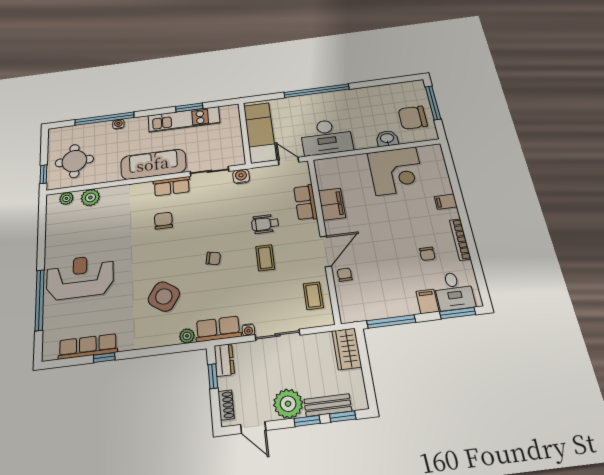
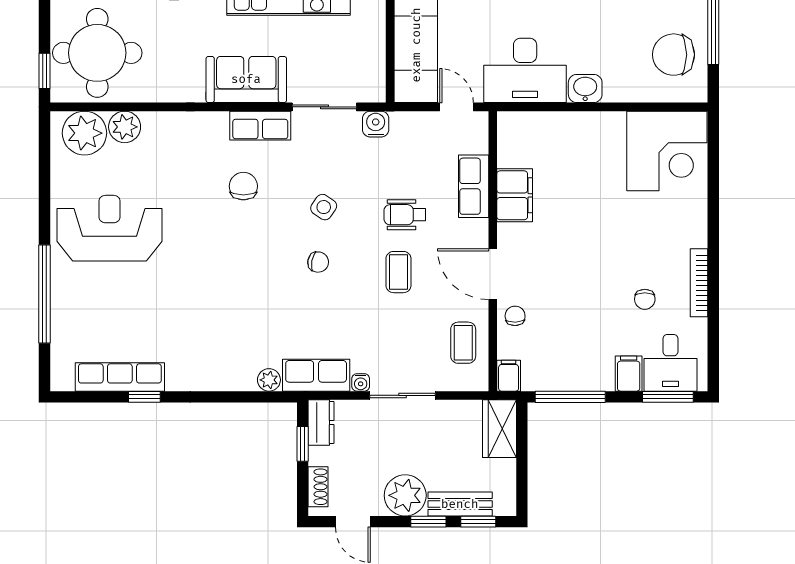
washbasin: (387, 139) -> (585, 88), moved
round table: (74, 161) -> (97, 53), width x1.36, depth x1.36
sofa: (153, 164) -> (246, 79), width x0.73
corner desk: (396, 171) -> (667, 151), moved
plant: (66, 198) -> (84, 133), width x1.88, depth x1.88
filing cabinet: (446, 202) -> (509, 376), moved, turned 90
door: (326, 251) -> (493, 274), swing flipped
reception desk: (80, 277) -> (110, 228), moved
side table: (164, 296) -> (324, 207), moved, width x0.54, depth x0.54

